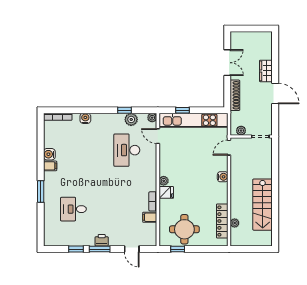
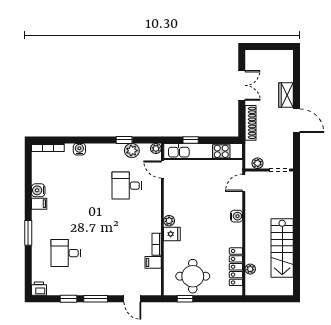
desk: (127, 150) -> (127, 186), width x0.73
printer: (102, 240) -> (39, 289), moved

